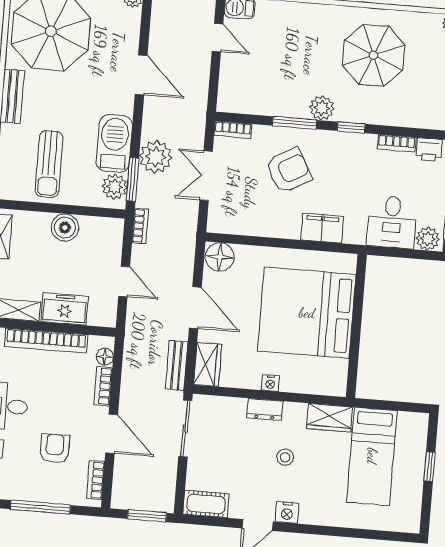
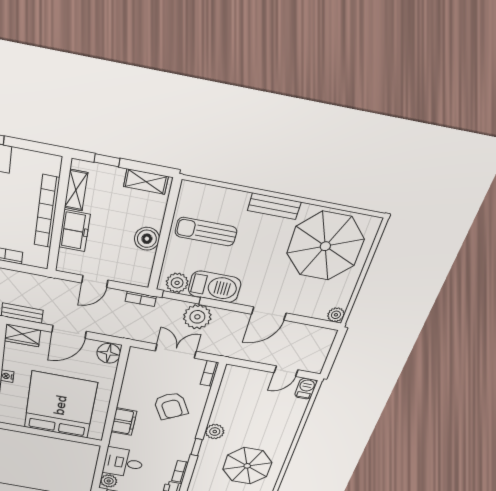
window: (295, 123) -> (207, 414), removed
floor lamp: (105, 357) -> (31, 259), removed

